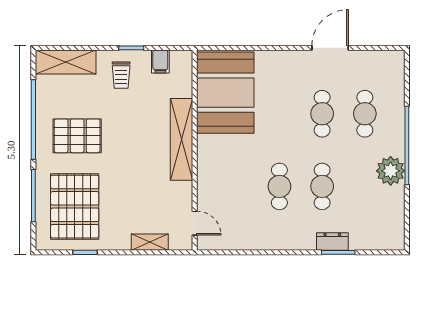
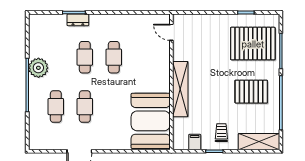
pallet: (75, 207) -> (253, 44), turned 90
shelving: (150, 242) -> (202, 19), removed

